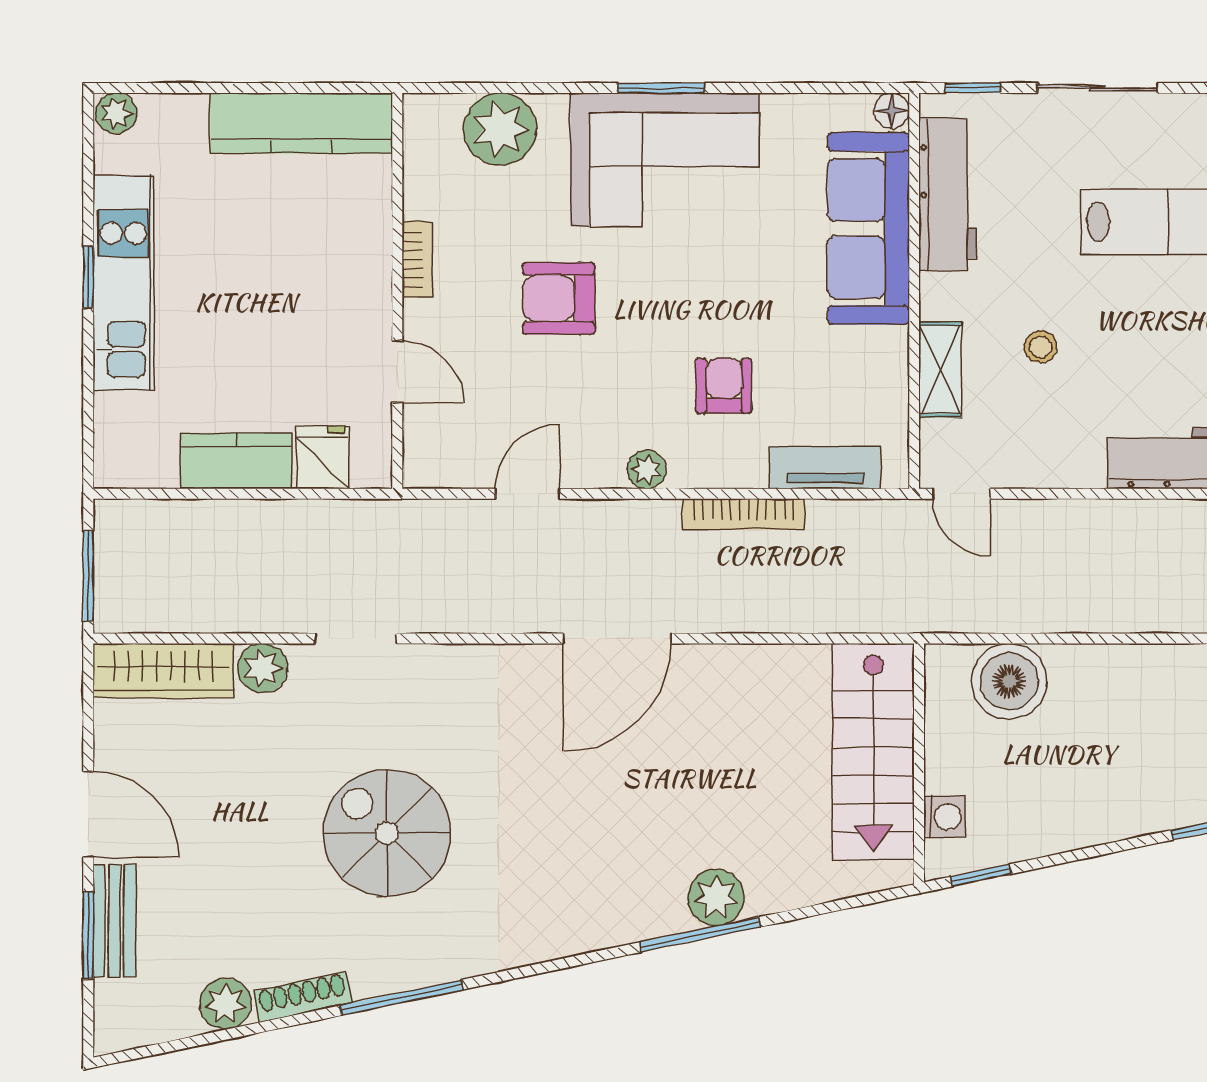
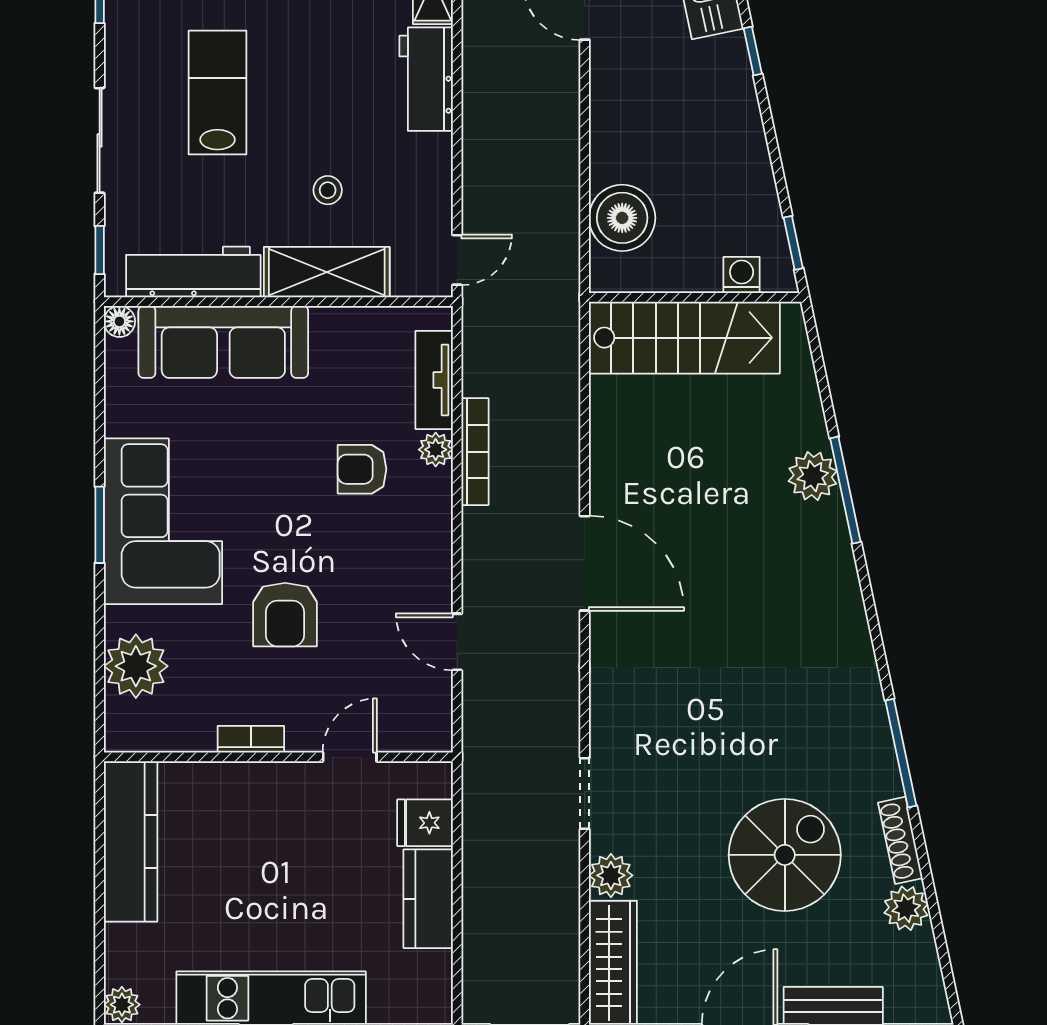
shelving: (940, 370) -> (327, 272), width x1.50, depth x1.33
plant: (647, 469) -> (436, 450), moved
spiral stairs: (387, 833) -> (785, 855), moved, turned 180

